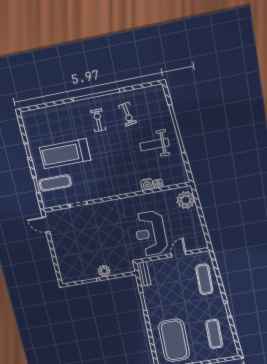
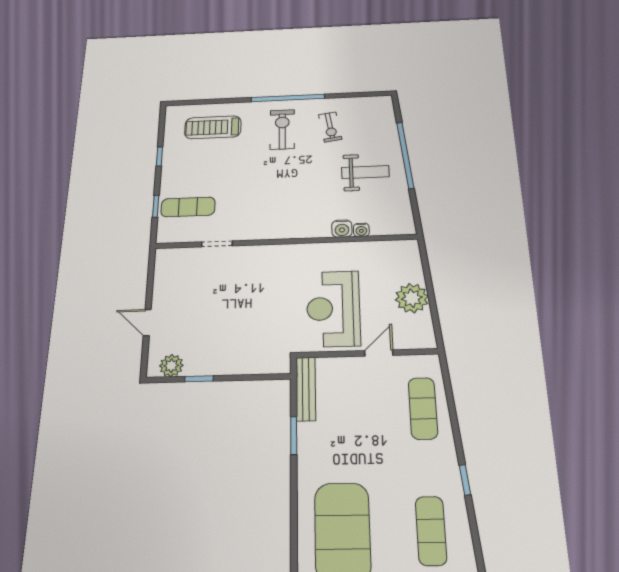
exercise bike: (98, 120) -> (282, 129), width x1.38, depth x1.39
weight bench: (154, 144) -> (365, 172), turned 180
treadmill: (65, 154) -> (213, 127), moved, width x0.73, depth x0.73
plant: (186, 200) -> (412, 298), moved
door: (46, 224) -> (147, 322), moved
plant: (104, 271) -> (171, 366), moved
bench: (144, 274) -> (306, 389), width x1.36

